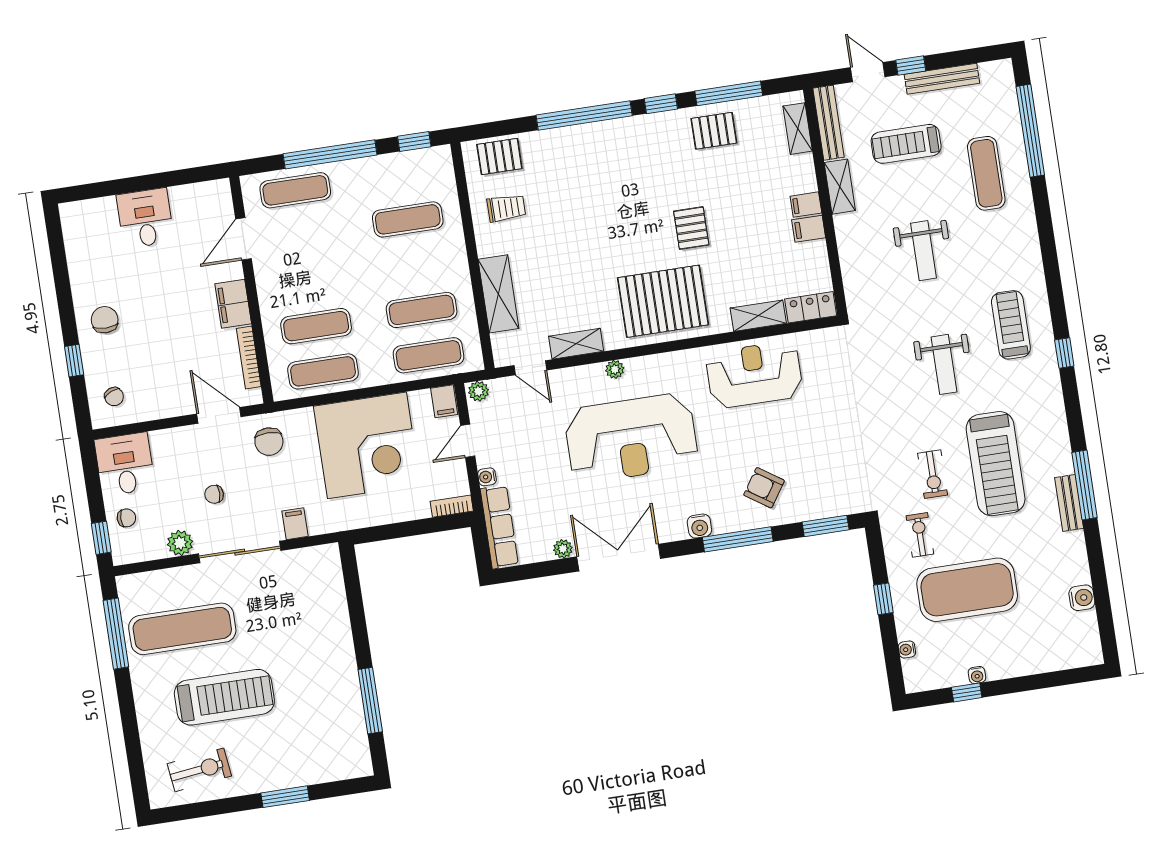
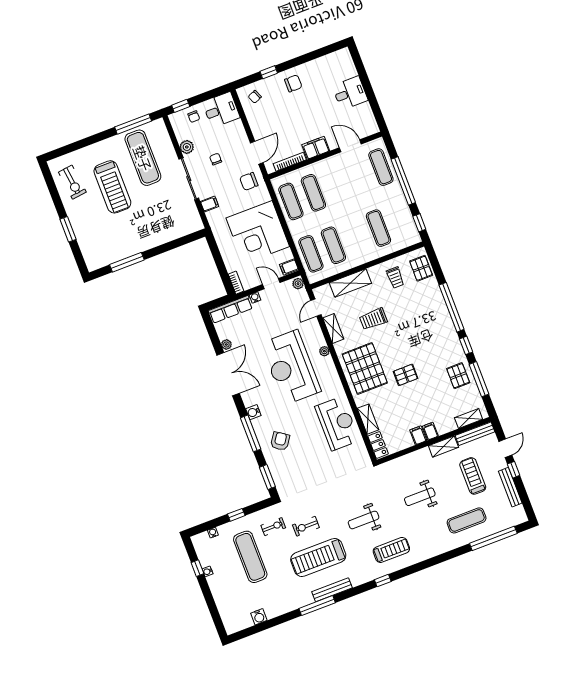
trolley: (574, 266) -> (373, 319), added
bench: (1069, 503) -> (332, 590), moved, width x1.36
exercise mat: (967, 590) -> (250, 557), width x0.68

